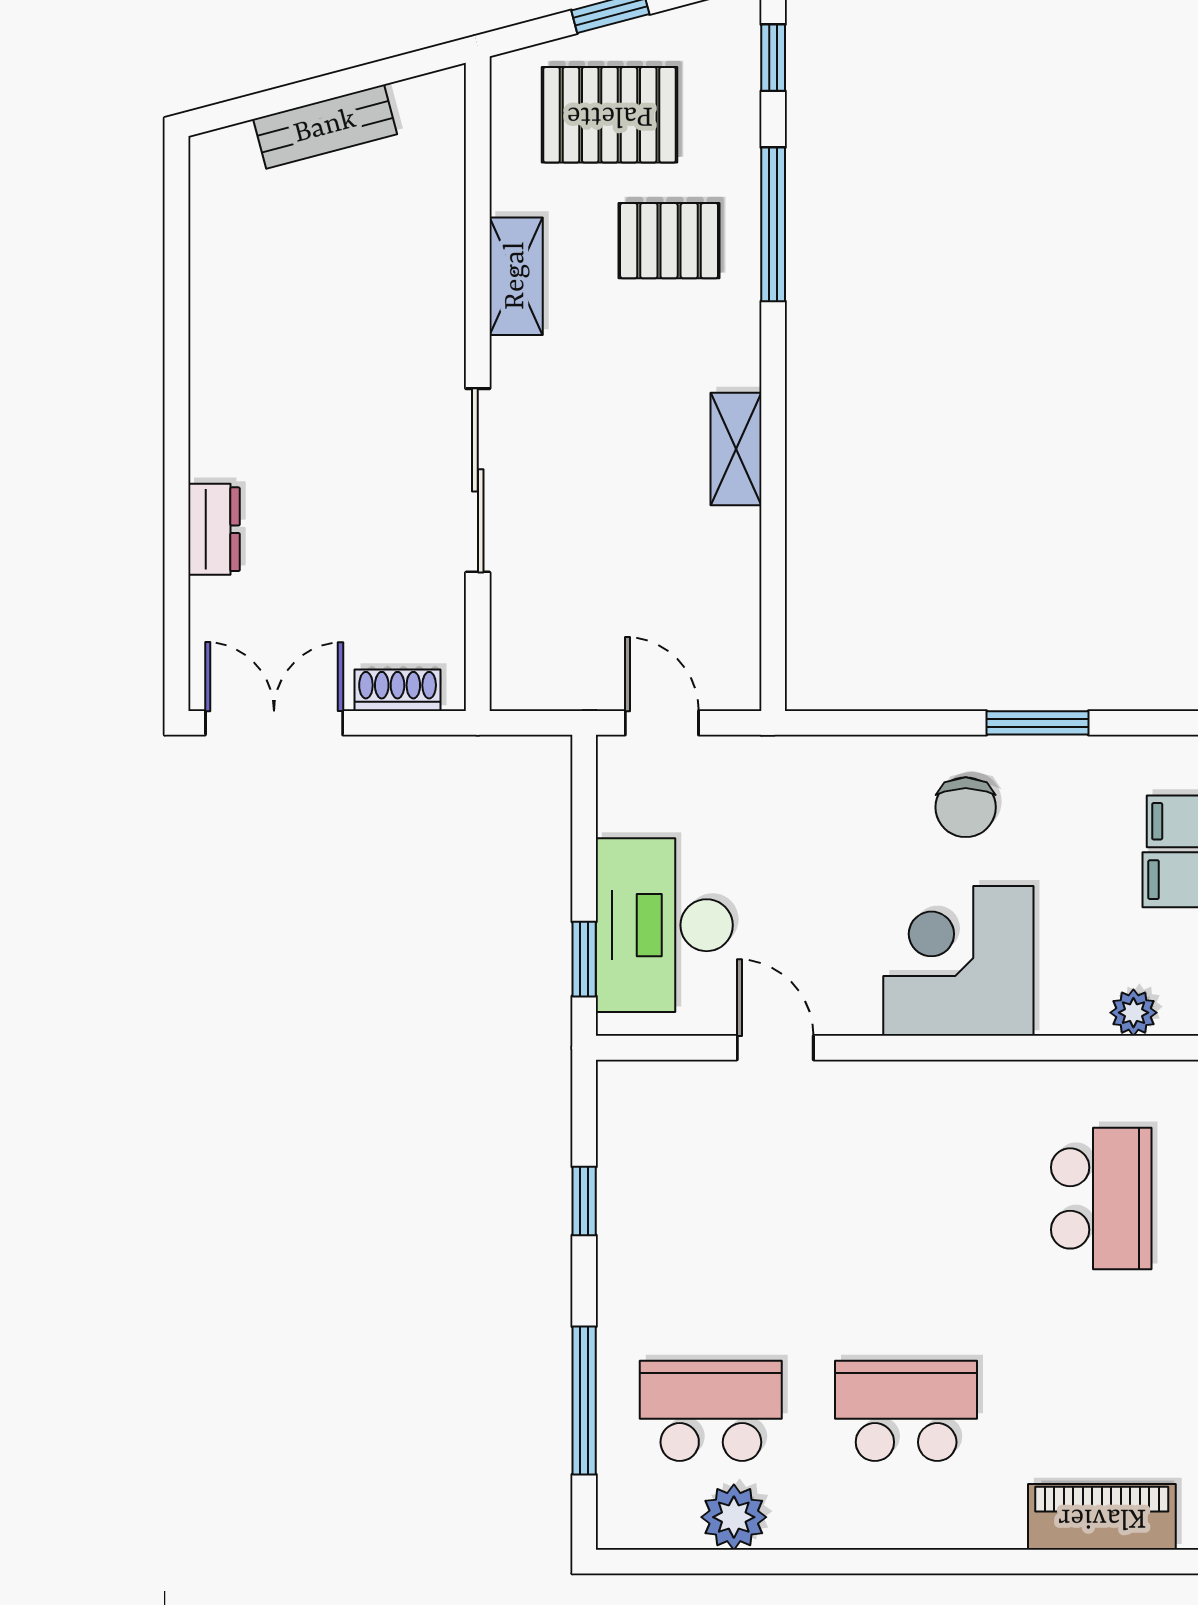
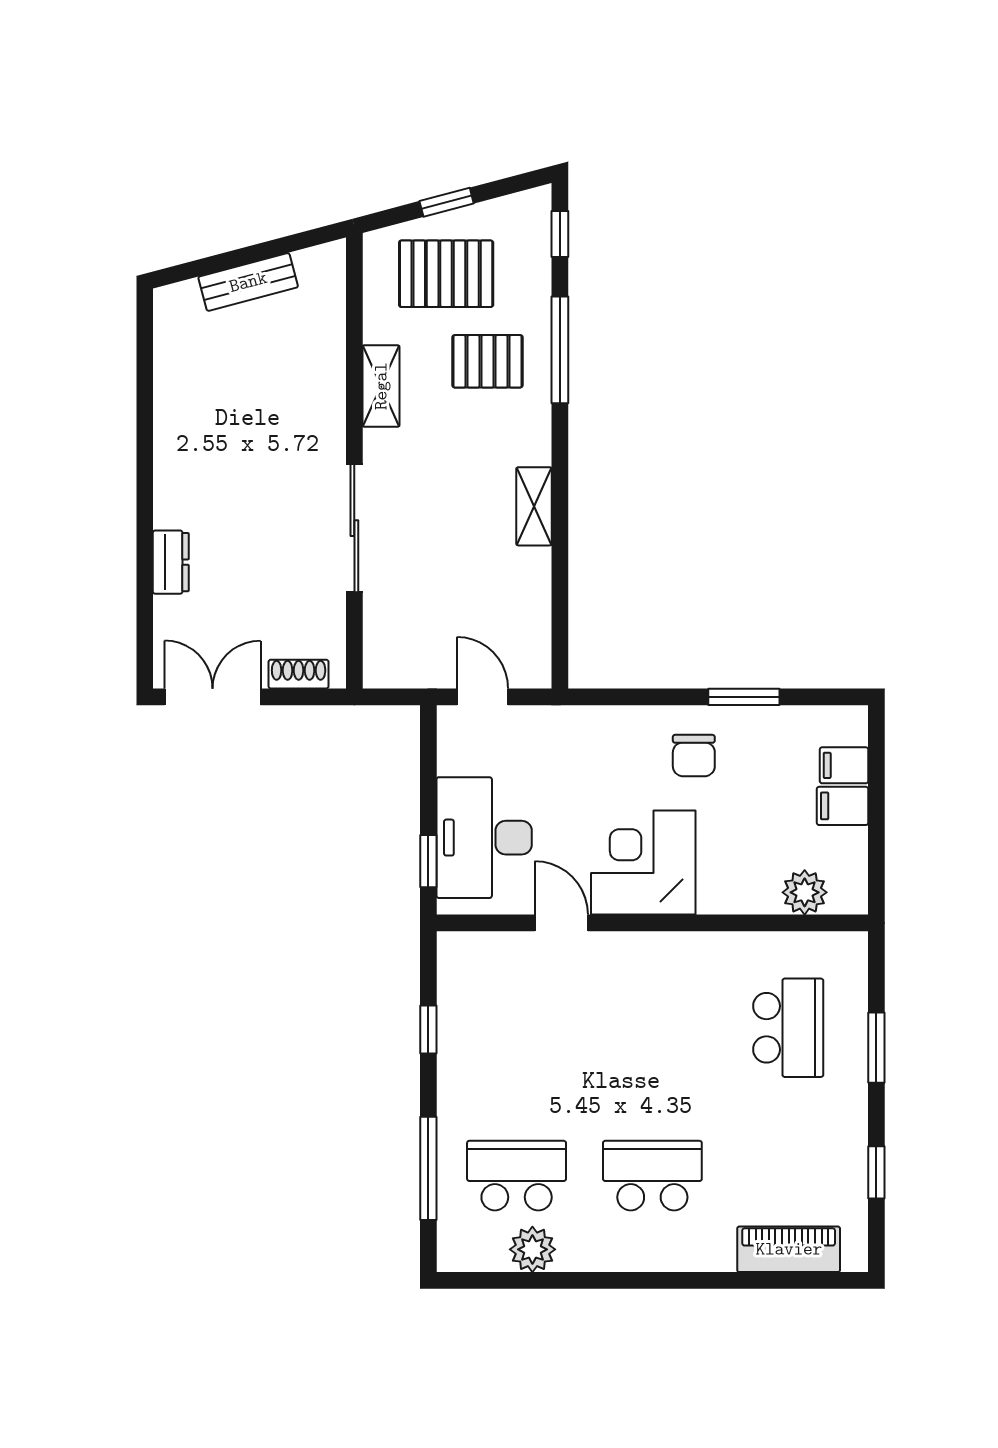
corner desk: (958, 961) -> (643, 862), moved
plant: (1133, 1013) -> (805, 892), width x1.38, depth x1.38

